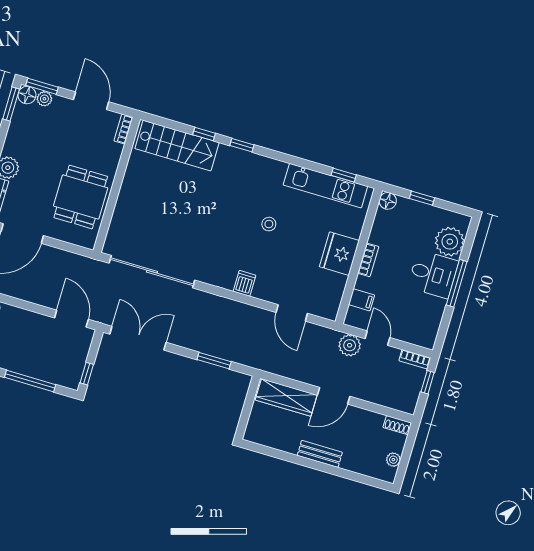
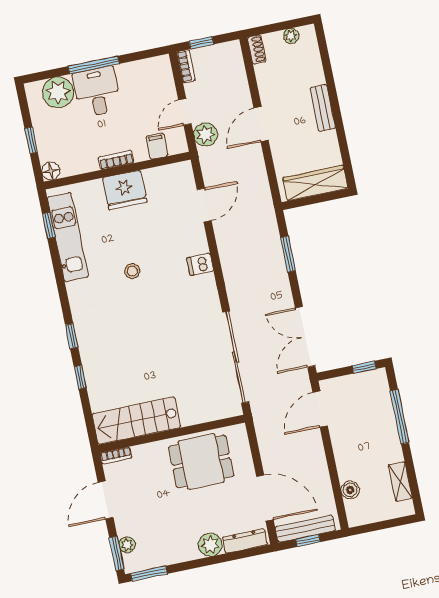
floor lamp: (27, 95) -> (132, 563), removed
stairs: (177, 146) -> (136, 421), moved, turned -90
door: (334, 396) -> (261, 124), swing flipped
wardrobe: (286, 397) -> (315, 183), moved, turned -90

